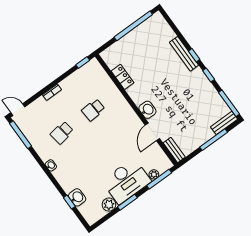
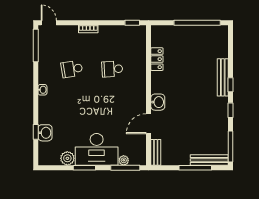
bench: (224, 123) -> (209, 160), width x1.36

